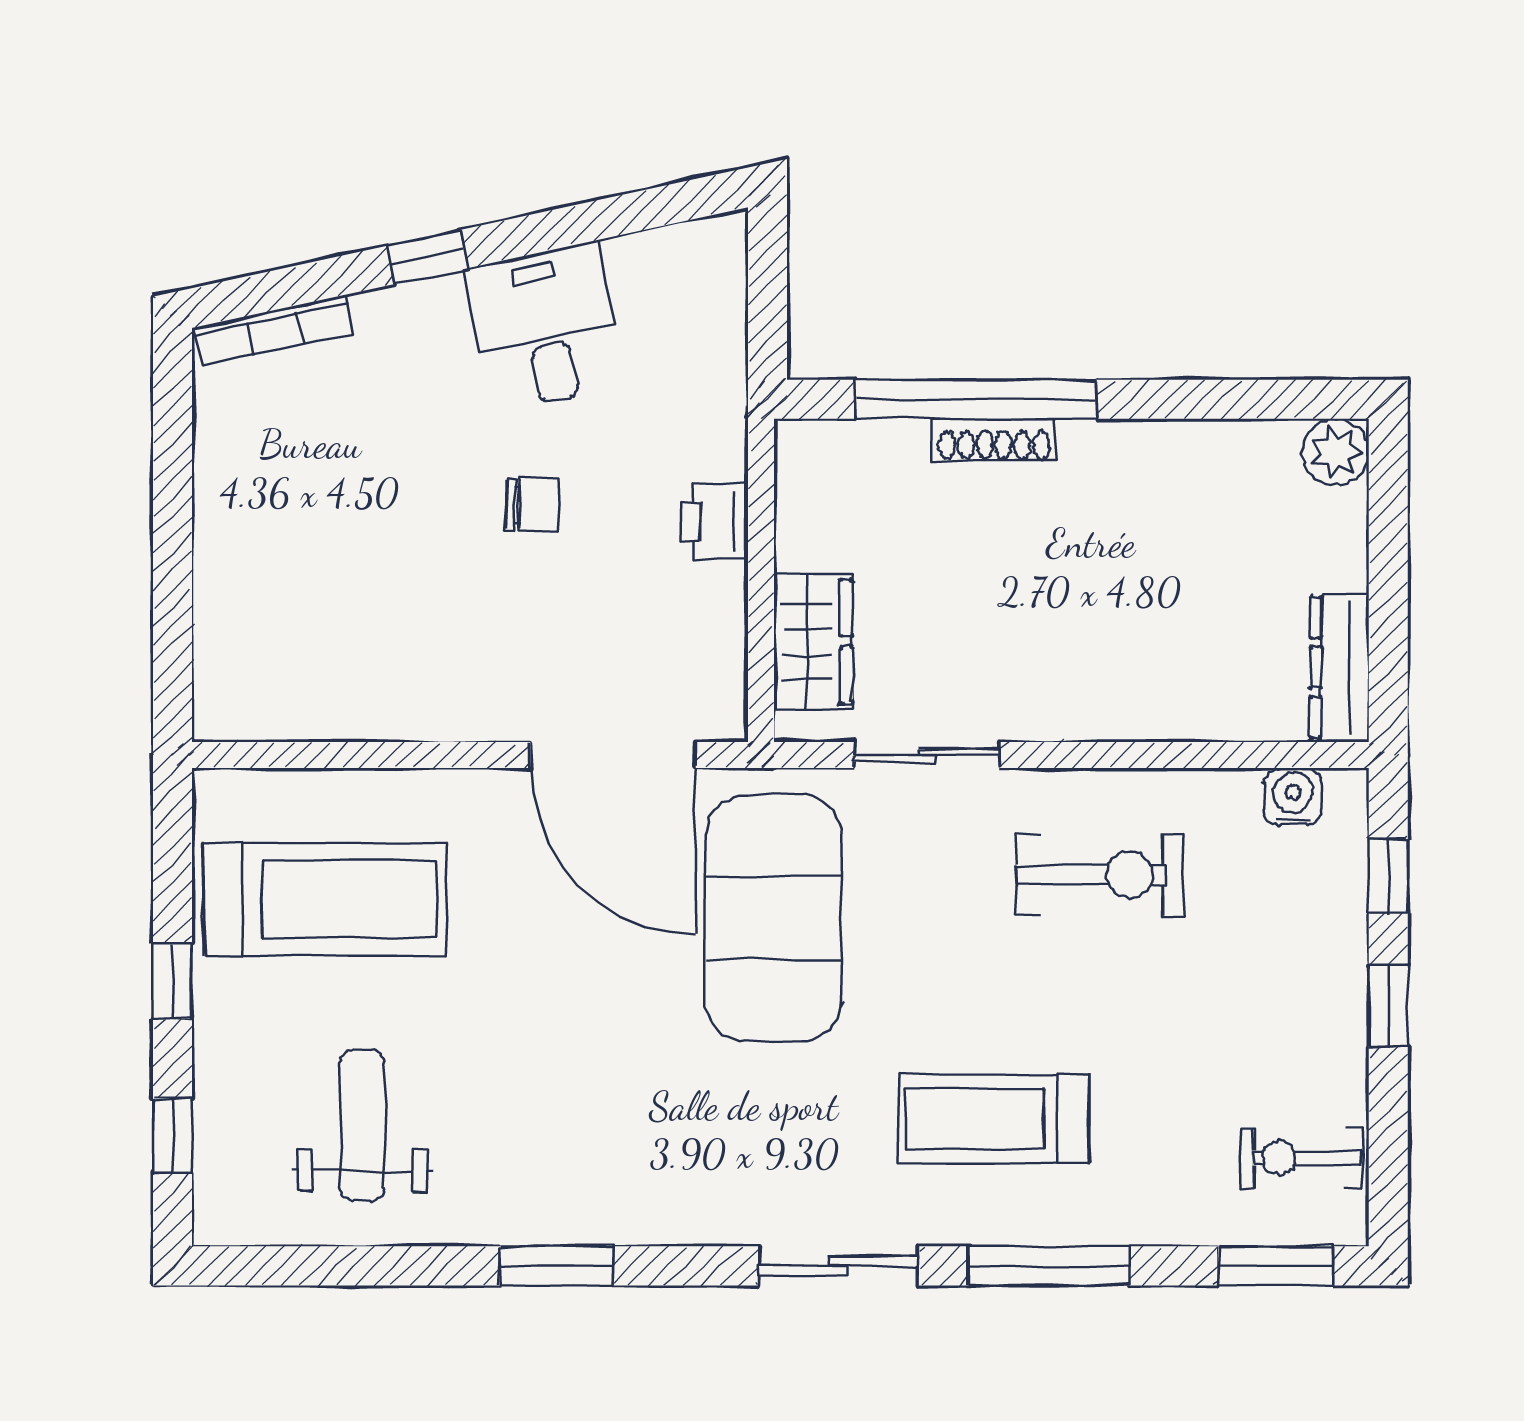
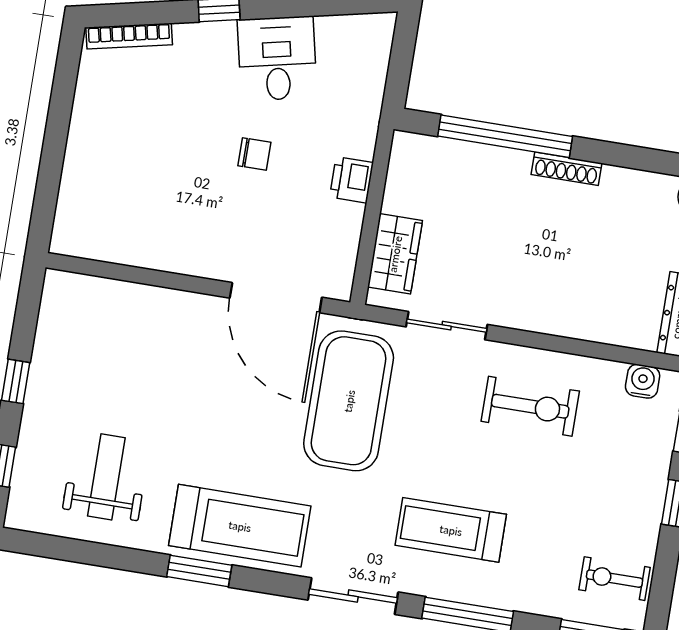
shoe rack: (994, 440) -> (567, 169), moved
treadmill: (325, 899) -> (240, 526), moved

